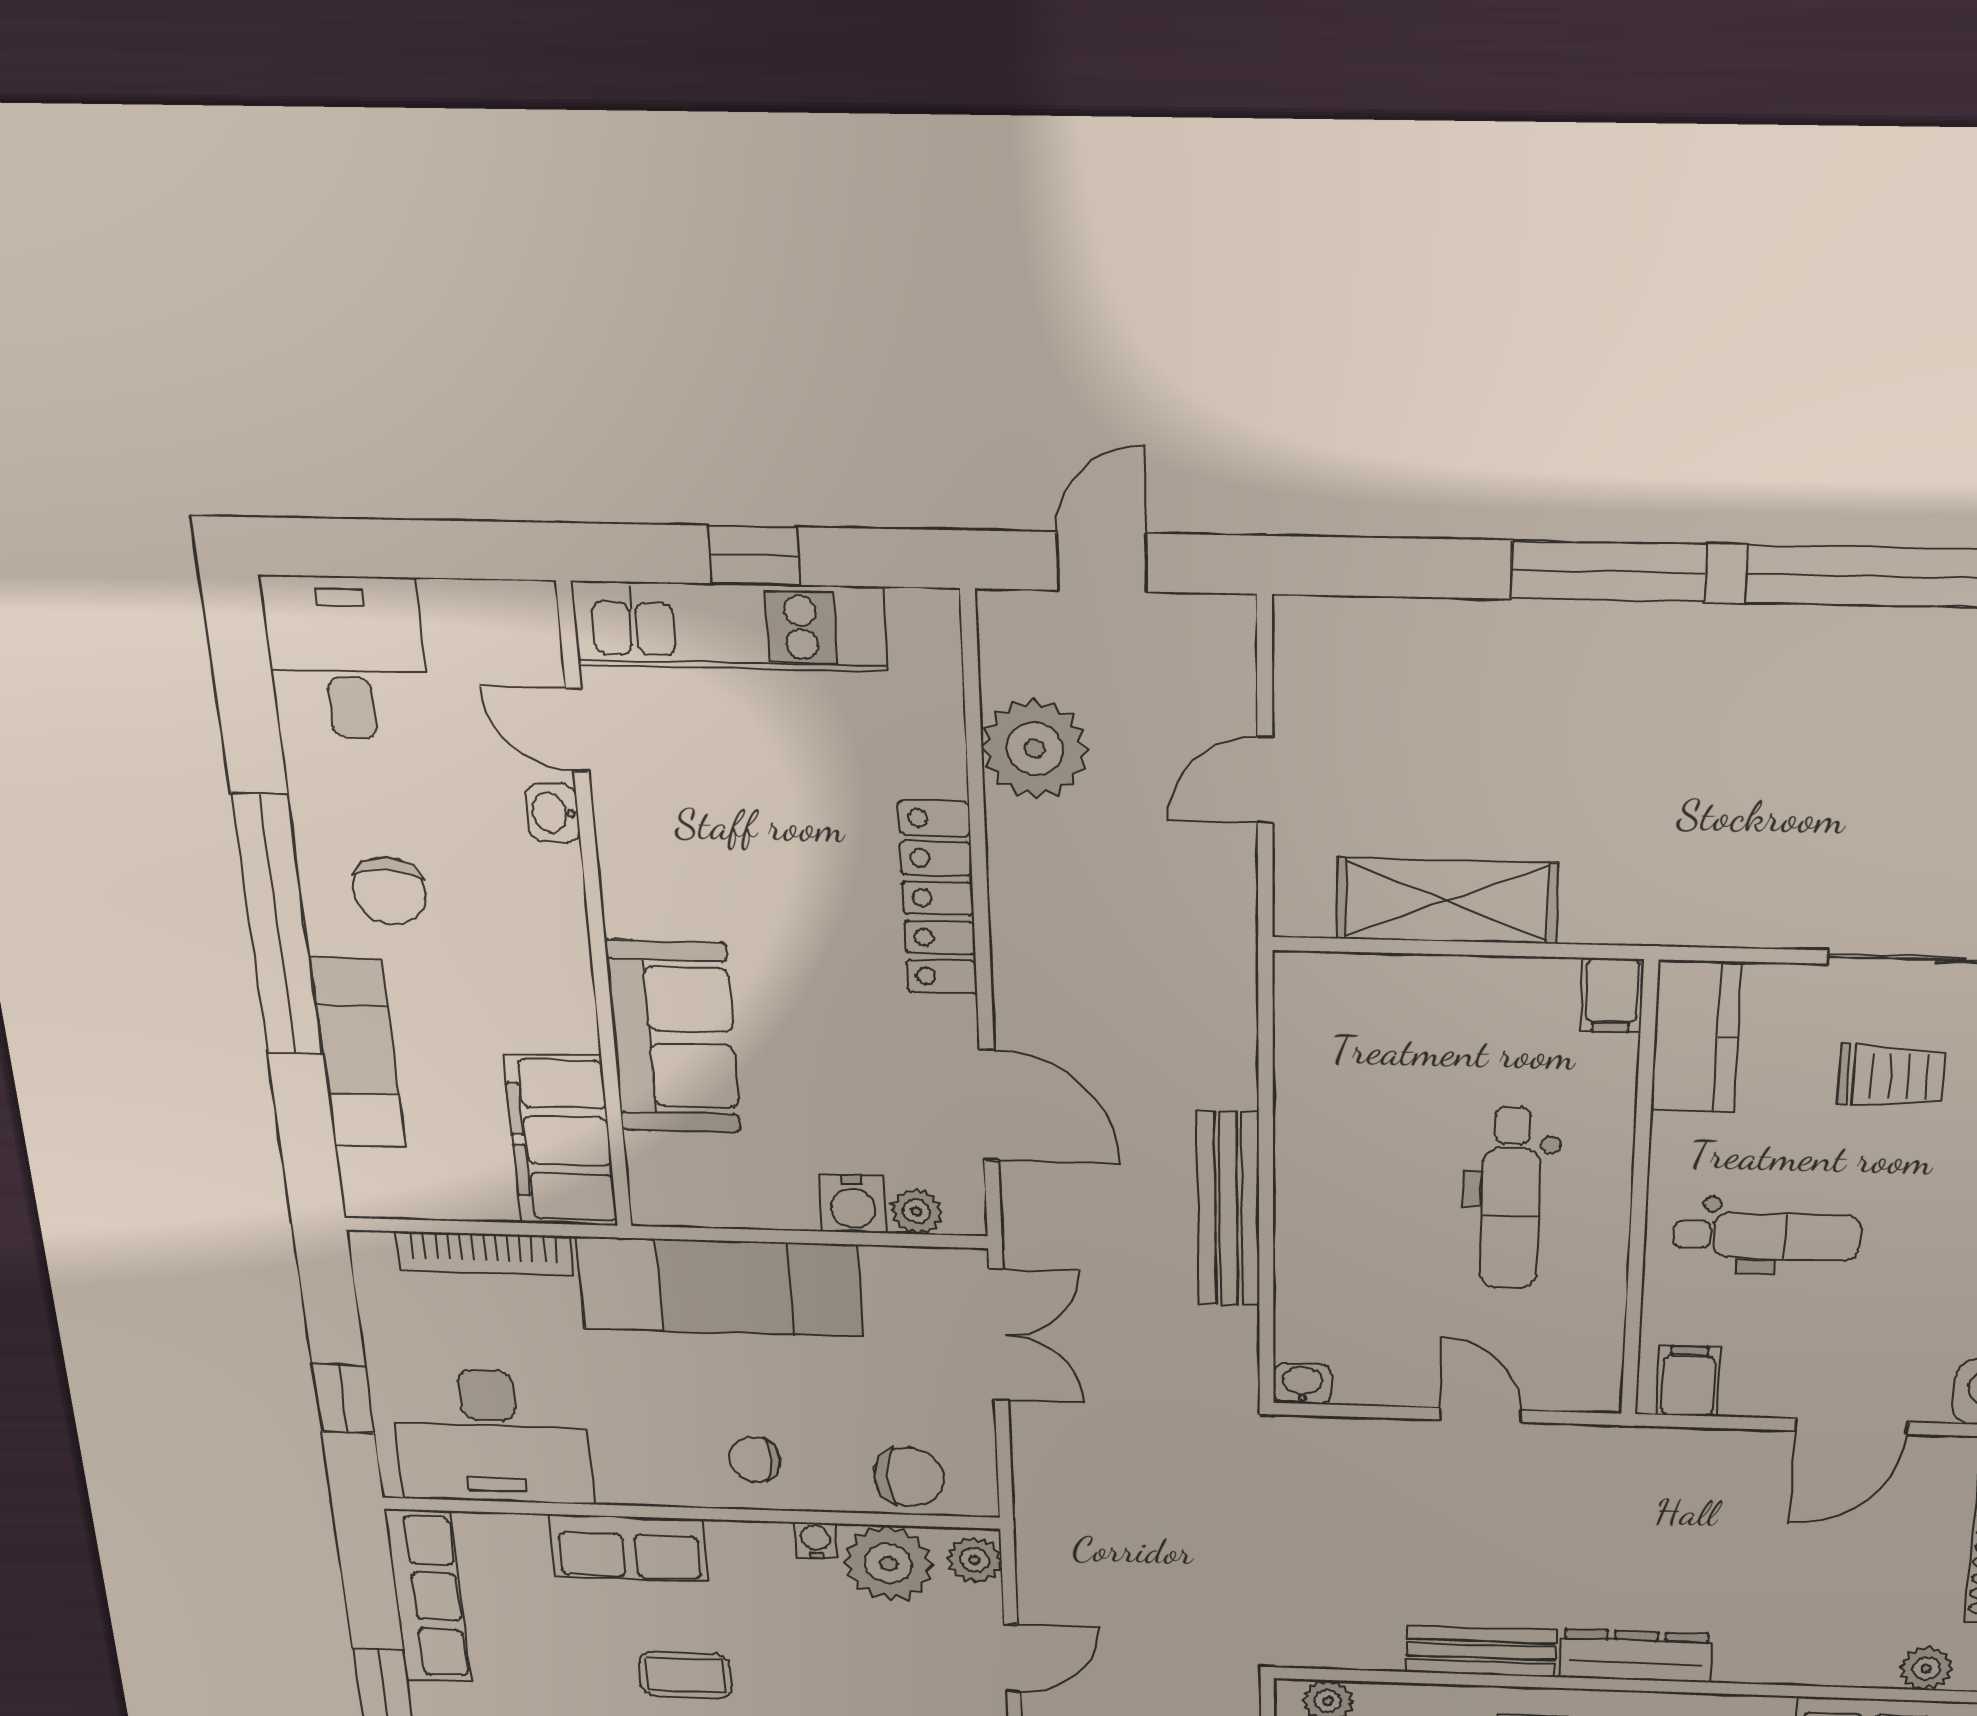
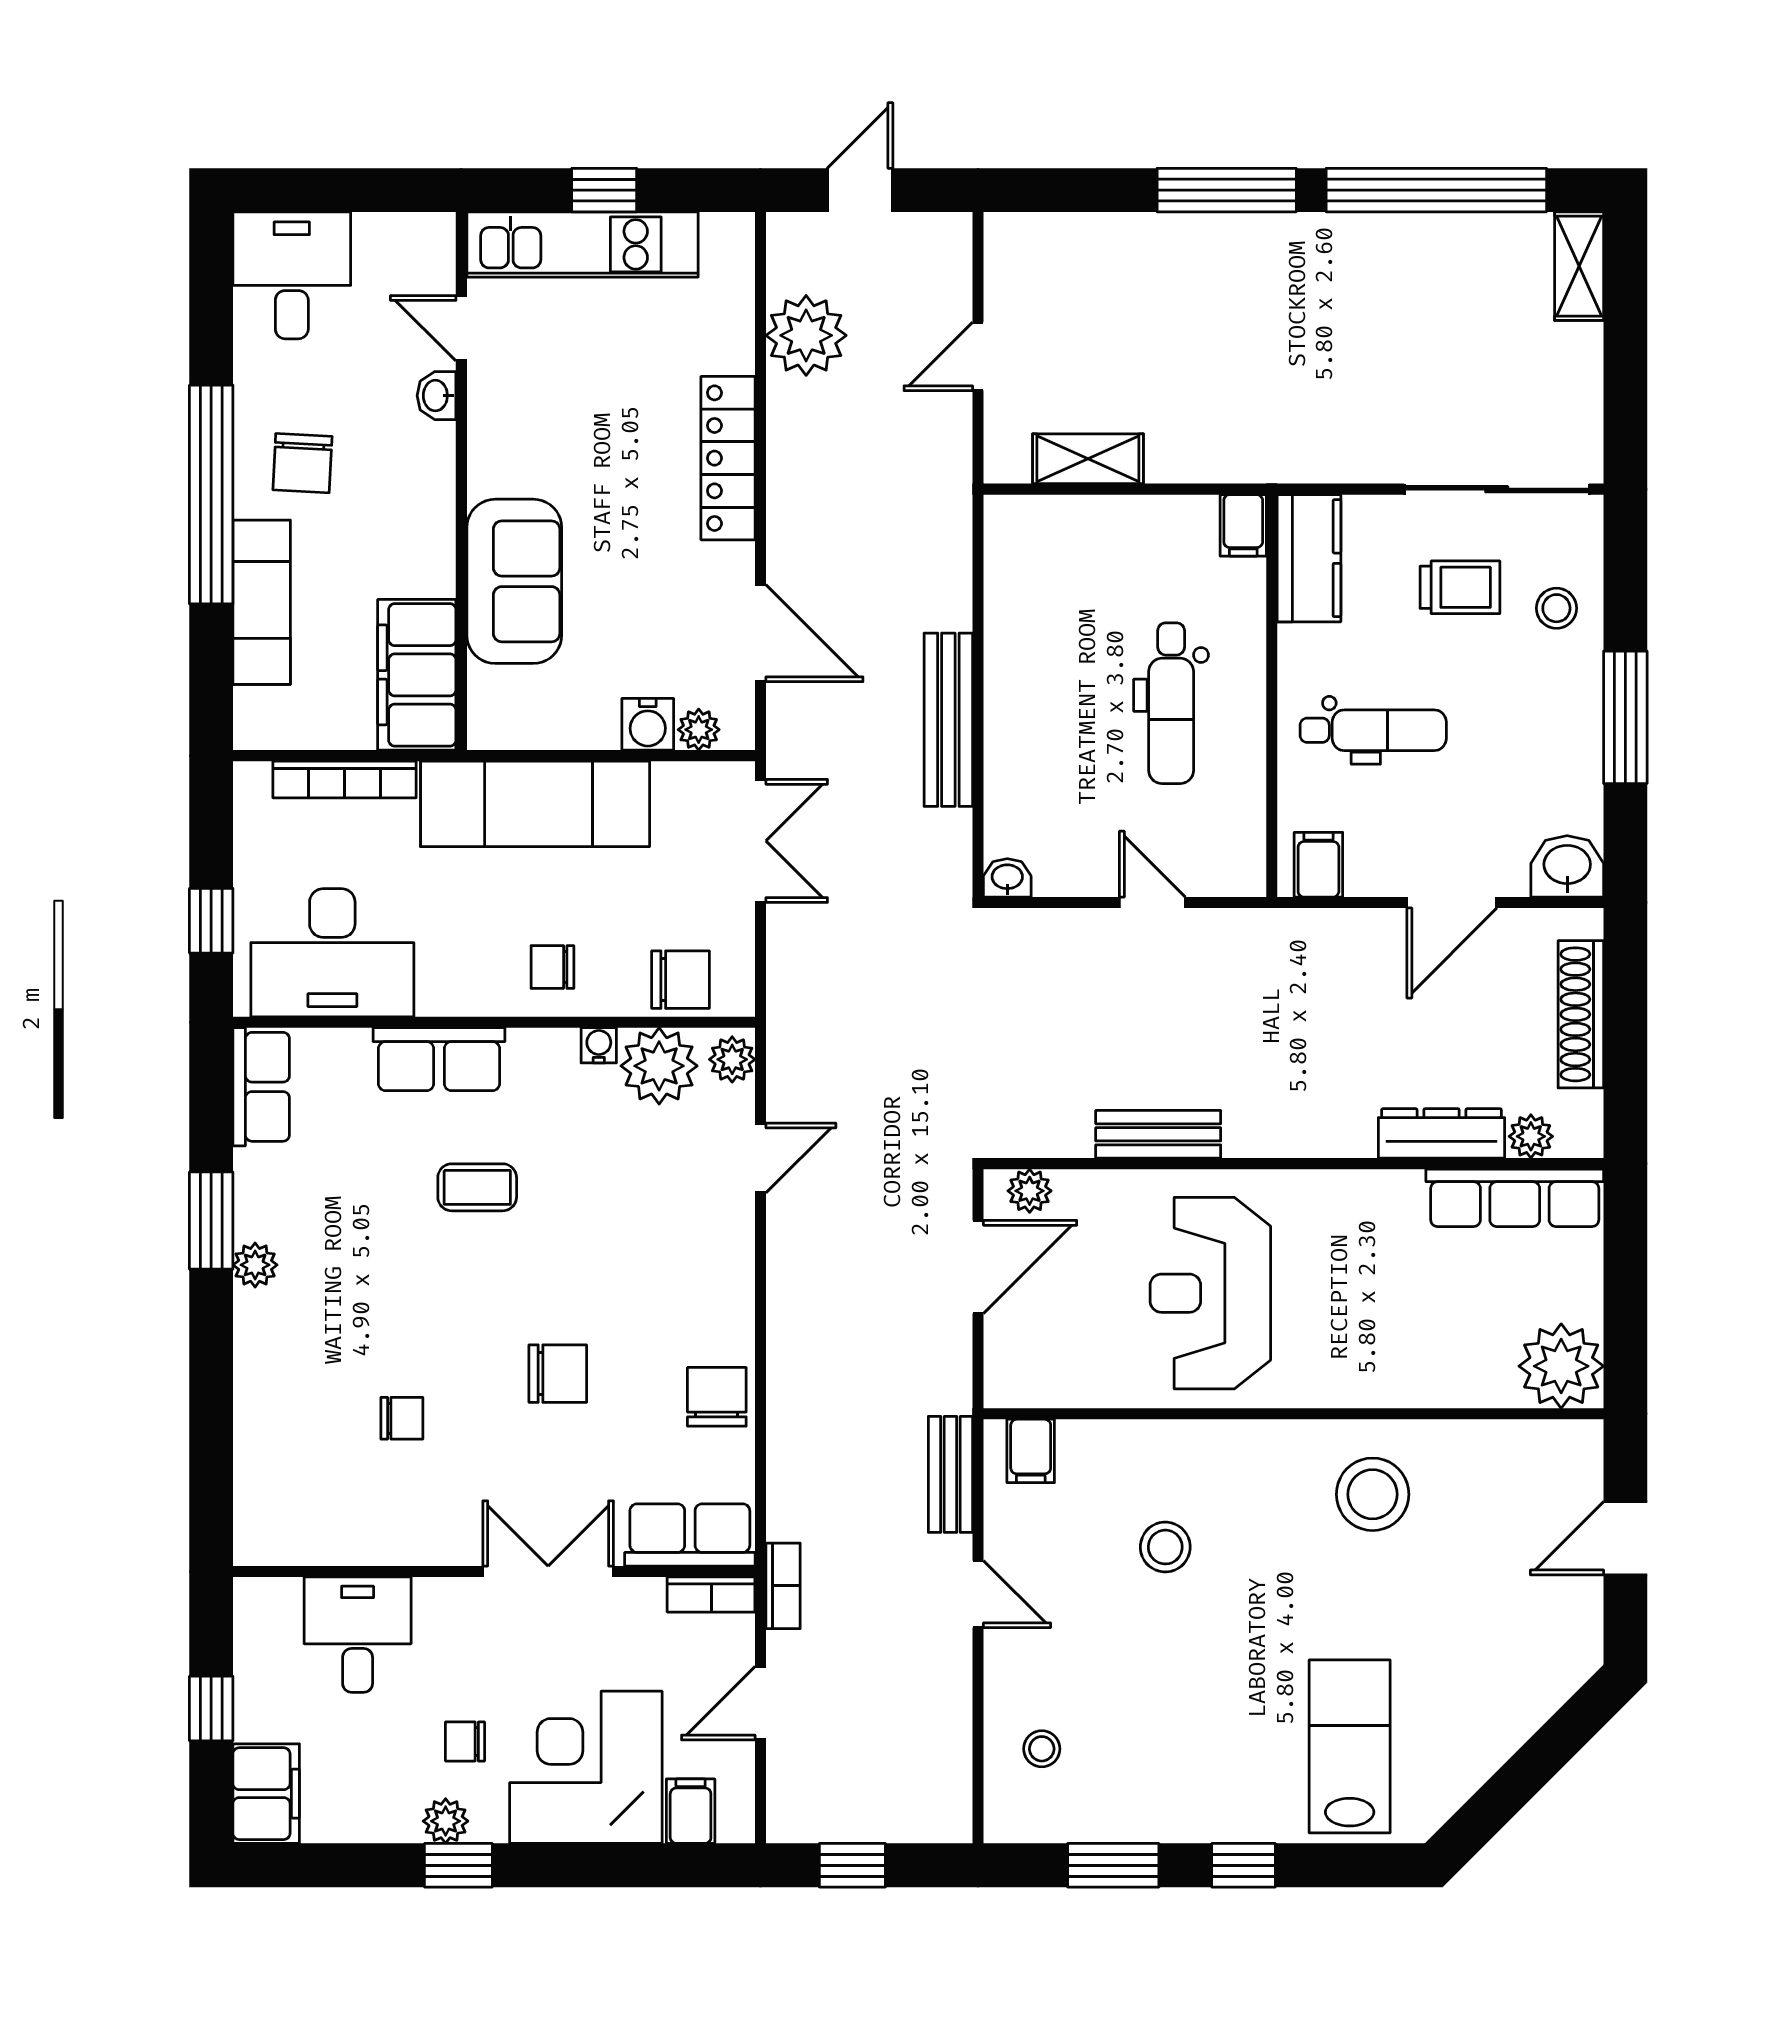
shelving: (1447, 901) -> (1088, 459), width x0.67, depth x0.75
row of seats: (428, 1596) -> (261, 1087), width x0.68
dresser: (1636, 1656) -> (1441, 1133), moved

